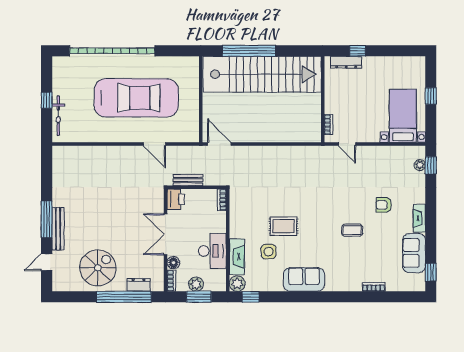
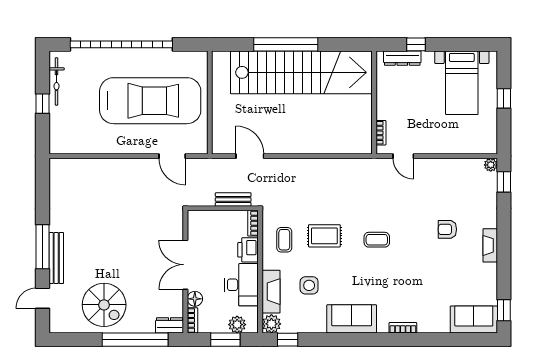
wall: (201, 99) -> (210, 103), moved
bicycle: (58, 116) -> (57, 81), moved
bed with nightstands: (403, 116) -> (462, 83), moved, turned 180
plant: (420, 165) -> (491, 165), moved
bench: (188, 180) -> (233, 200), moved
printer: (176, 199) -> (248, 250), moved, turned 180
coffee table: (248, 214) -> (284, 240), added
rug: (283, 226) -> (324, 236), moved
coffee table: (352, 230) -> (377, 240), moved
sofa: (414, 253) -> (474, 320), moved, turned 90
spiral stairs: (98, 268) -> (104, 305), turned 90
plant: (196, 284) -> (237, 325), moved
dresser: (139, 285) -> (170, 325), moved
bookcase: (374, 287) -> (403, 328), moved

